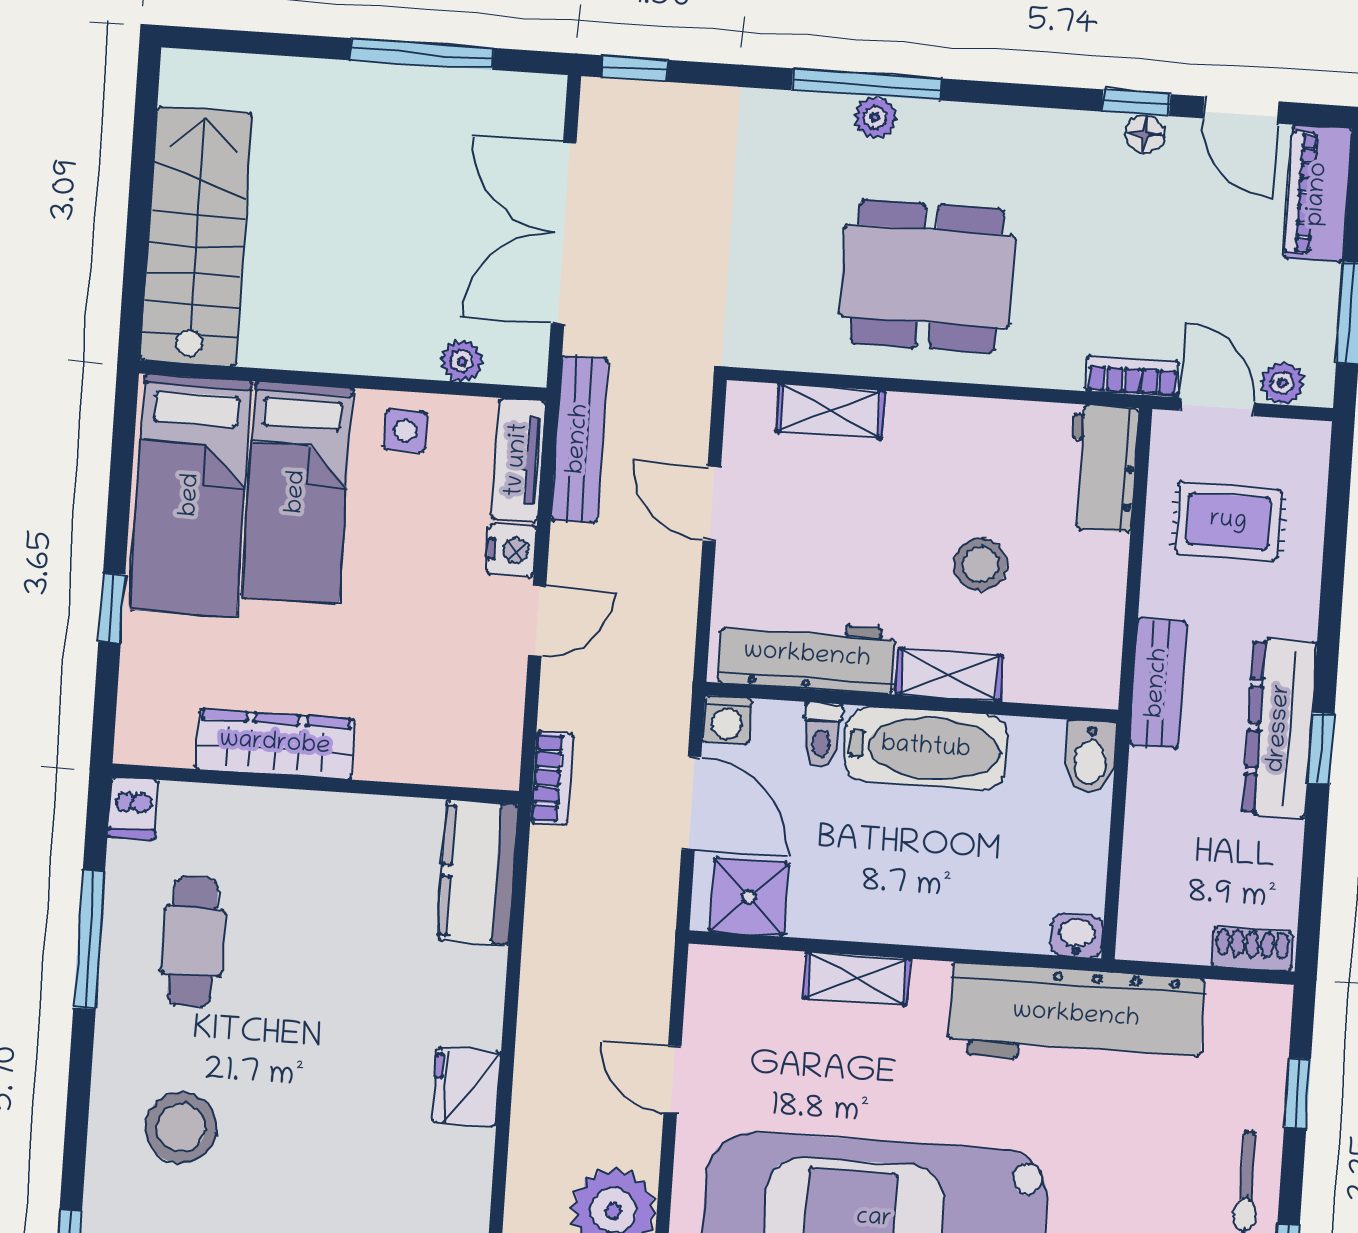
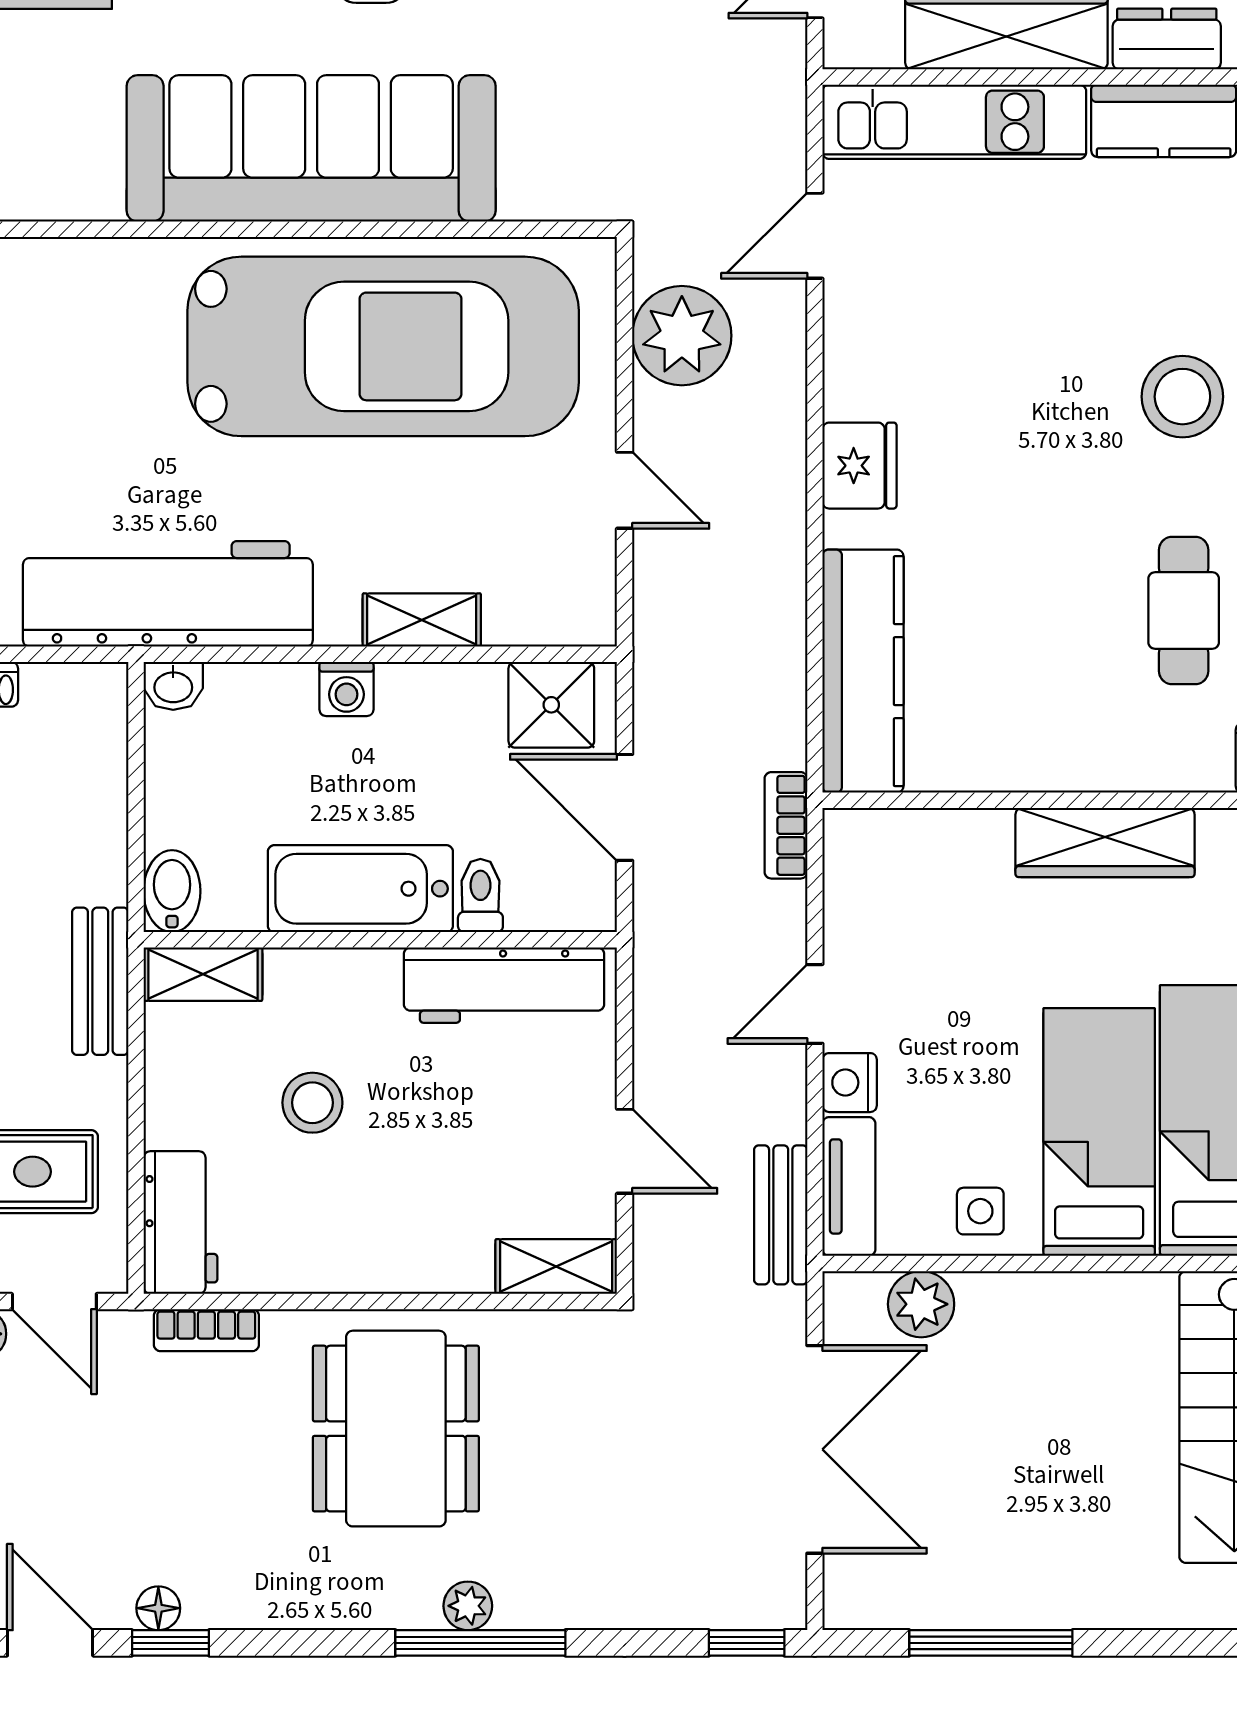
dining table: (927, 276) -> (396, 1429), turned 90
plant: (462, 361) -> (921, 1304), width x1.38, depth x1.38
bookcase: (1133, 376) -> (206, 1330), moved
shelving: (830, 411) -> (556, 1267), moved
bench: (579, 439) -> (781, 1215), width x0.73
shelving: (949, 675) -> (203, 974), moved
washing machine: (727, 720) -> (346, 689), moved, turned 180
kitchen counter: (478, 872) -> (863, 671), width x1.50

